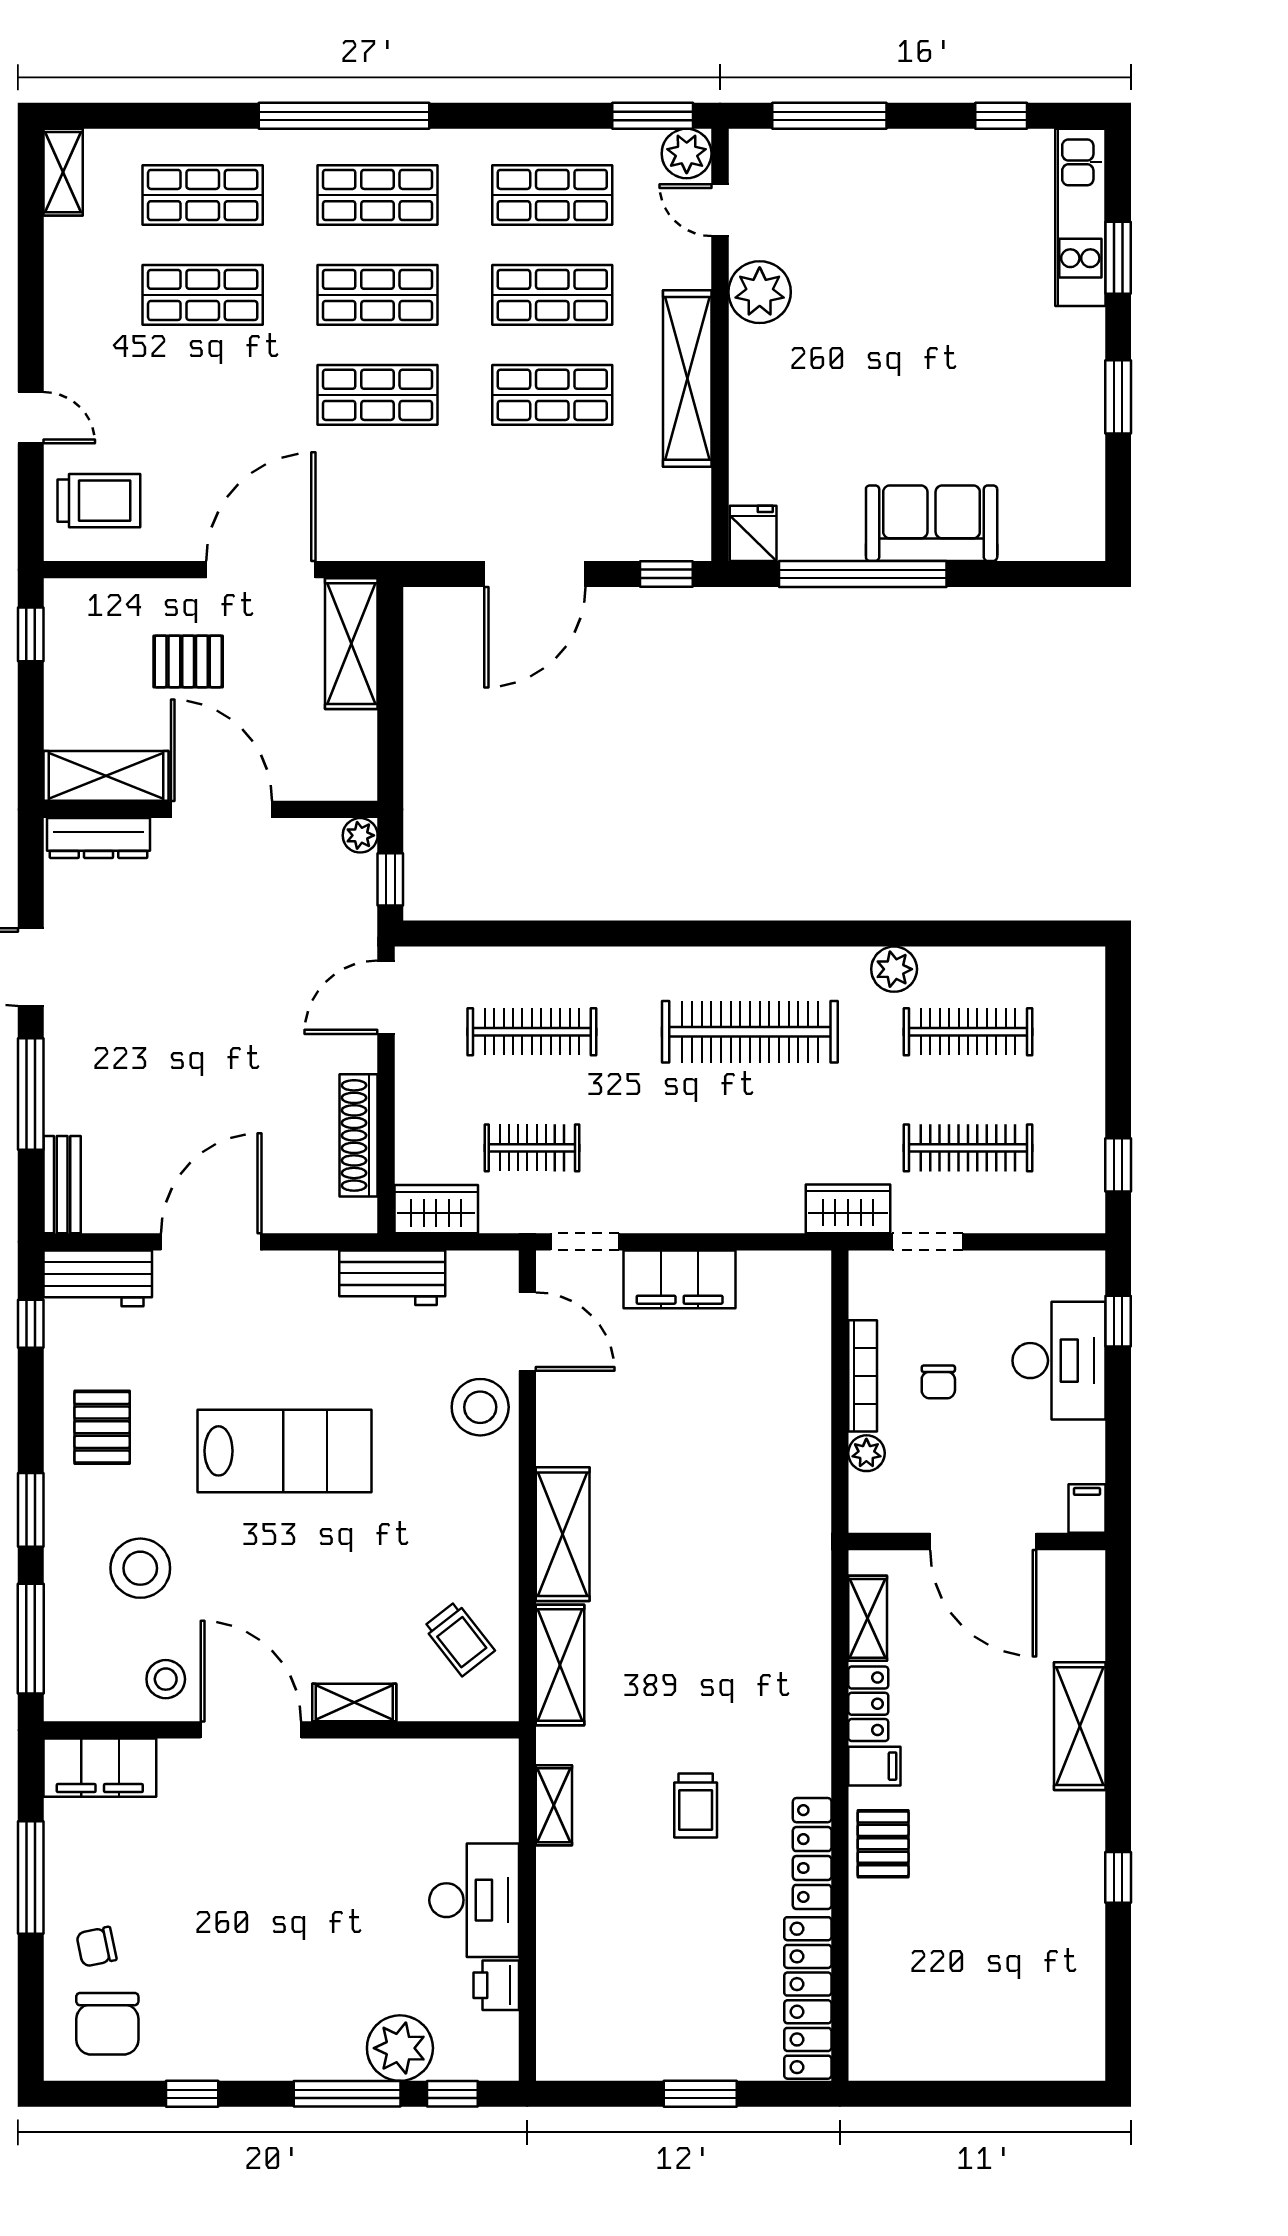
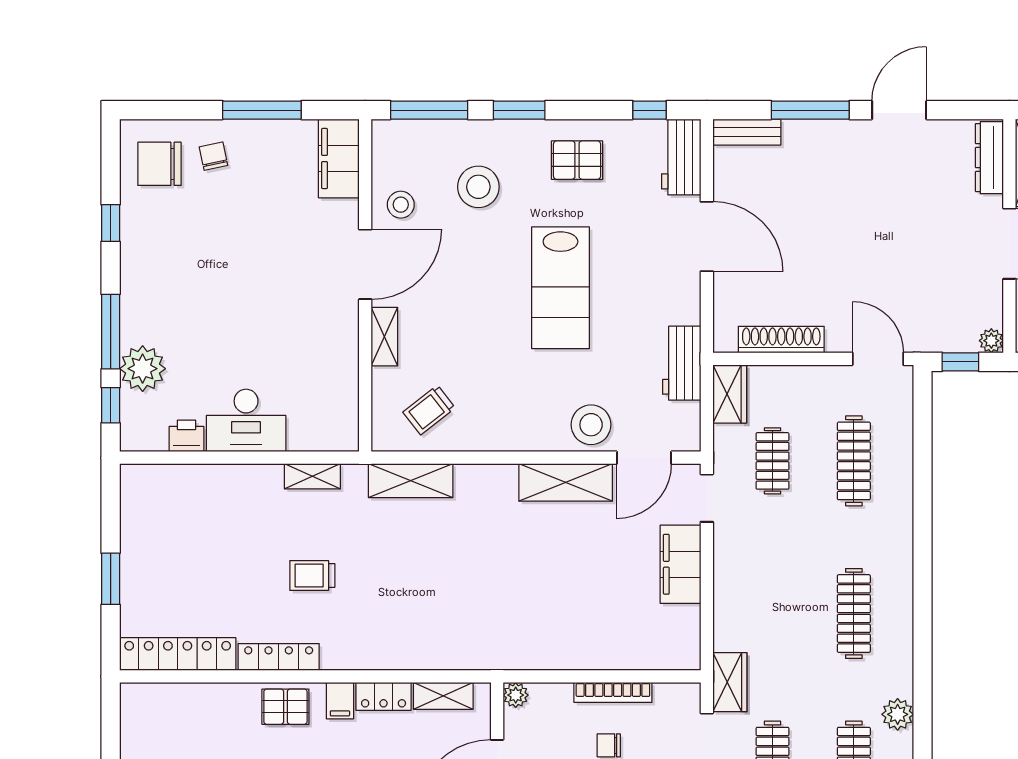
clothes rail: (750, 1032) -> (854, 614), width x0.73, depth x0.76
plant: (866, 1453) -> (516, 695), moved
shelving: (563, 1534) -> (566, 482), moved

